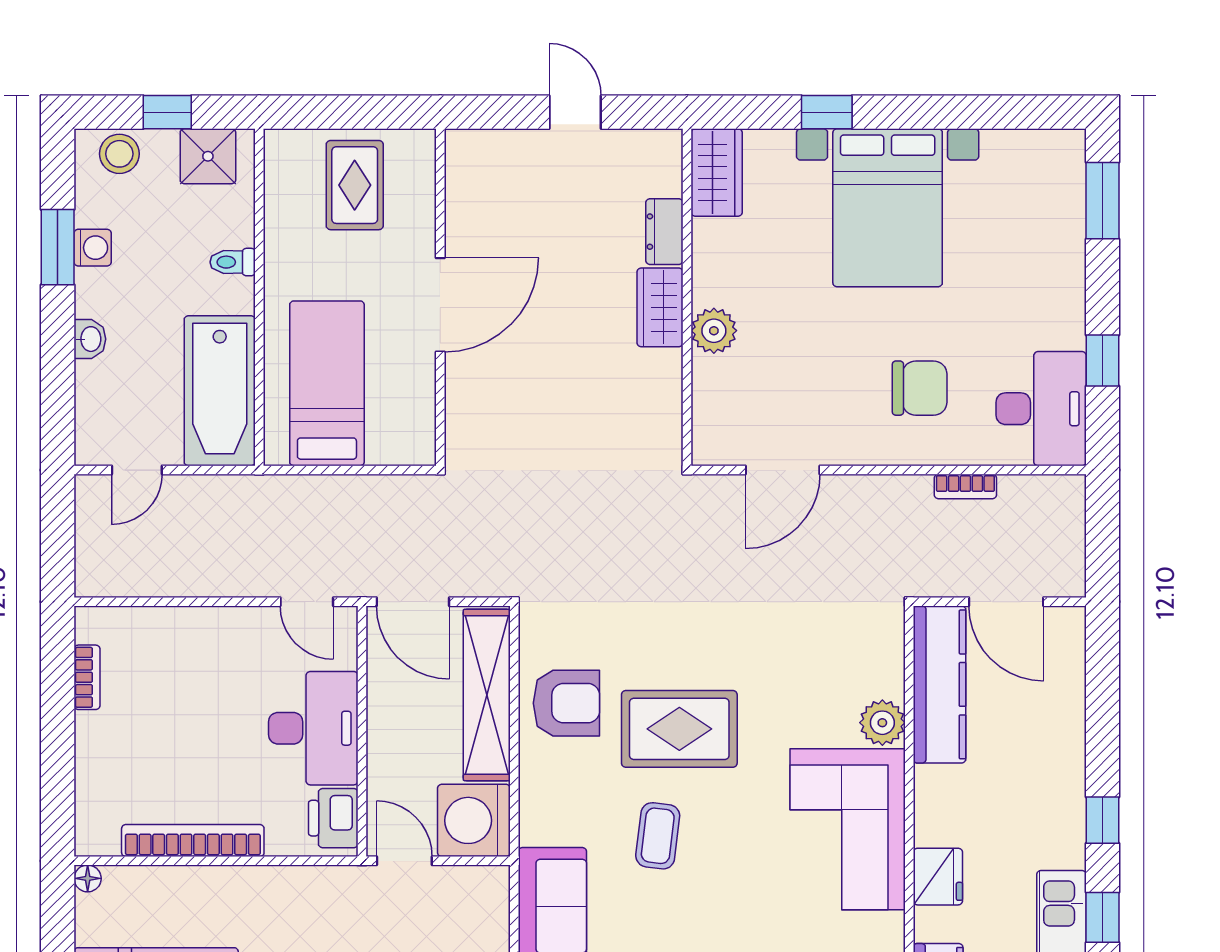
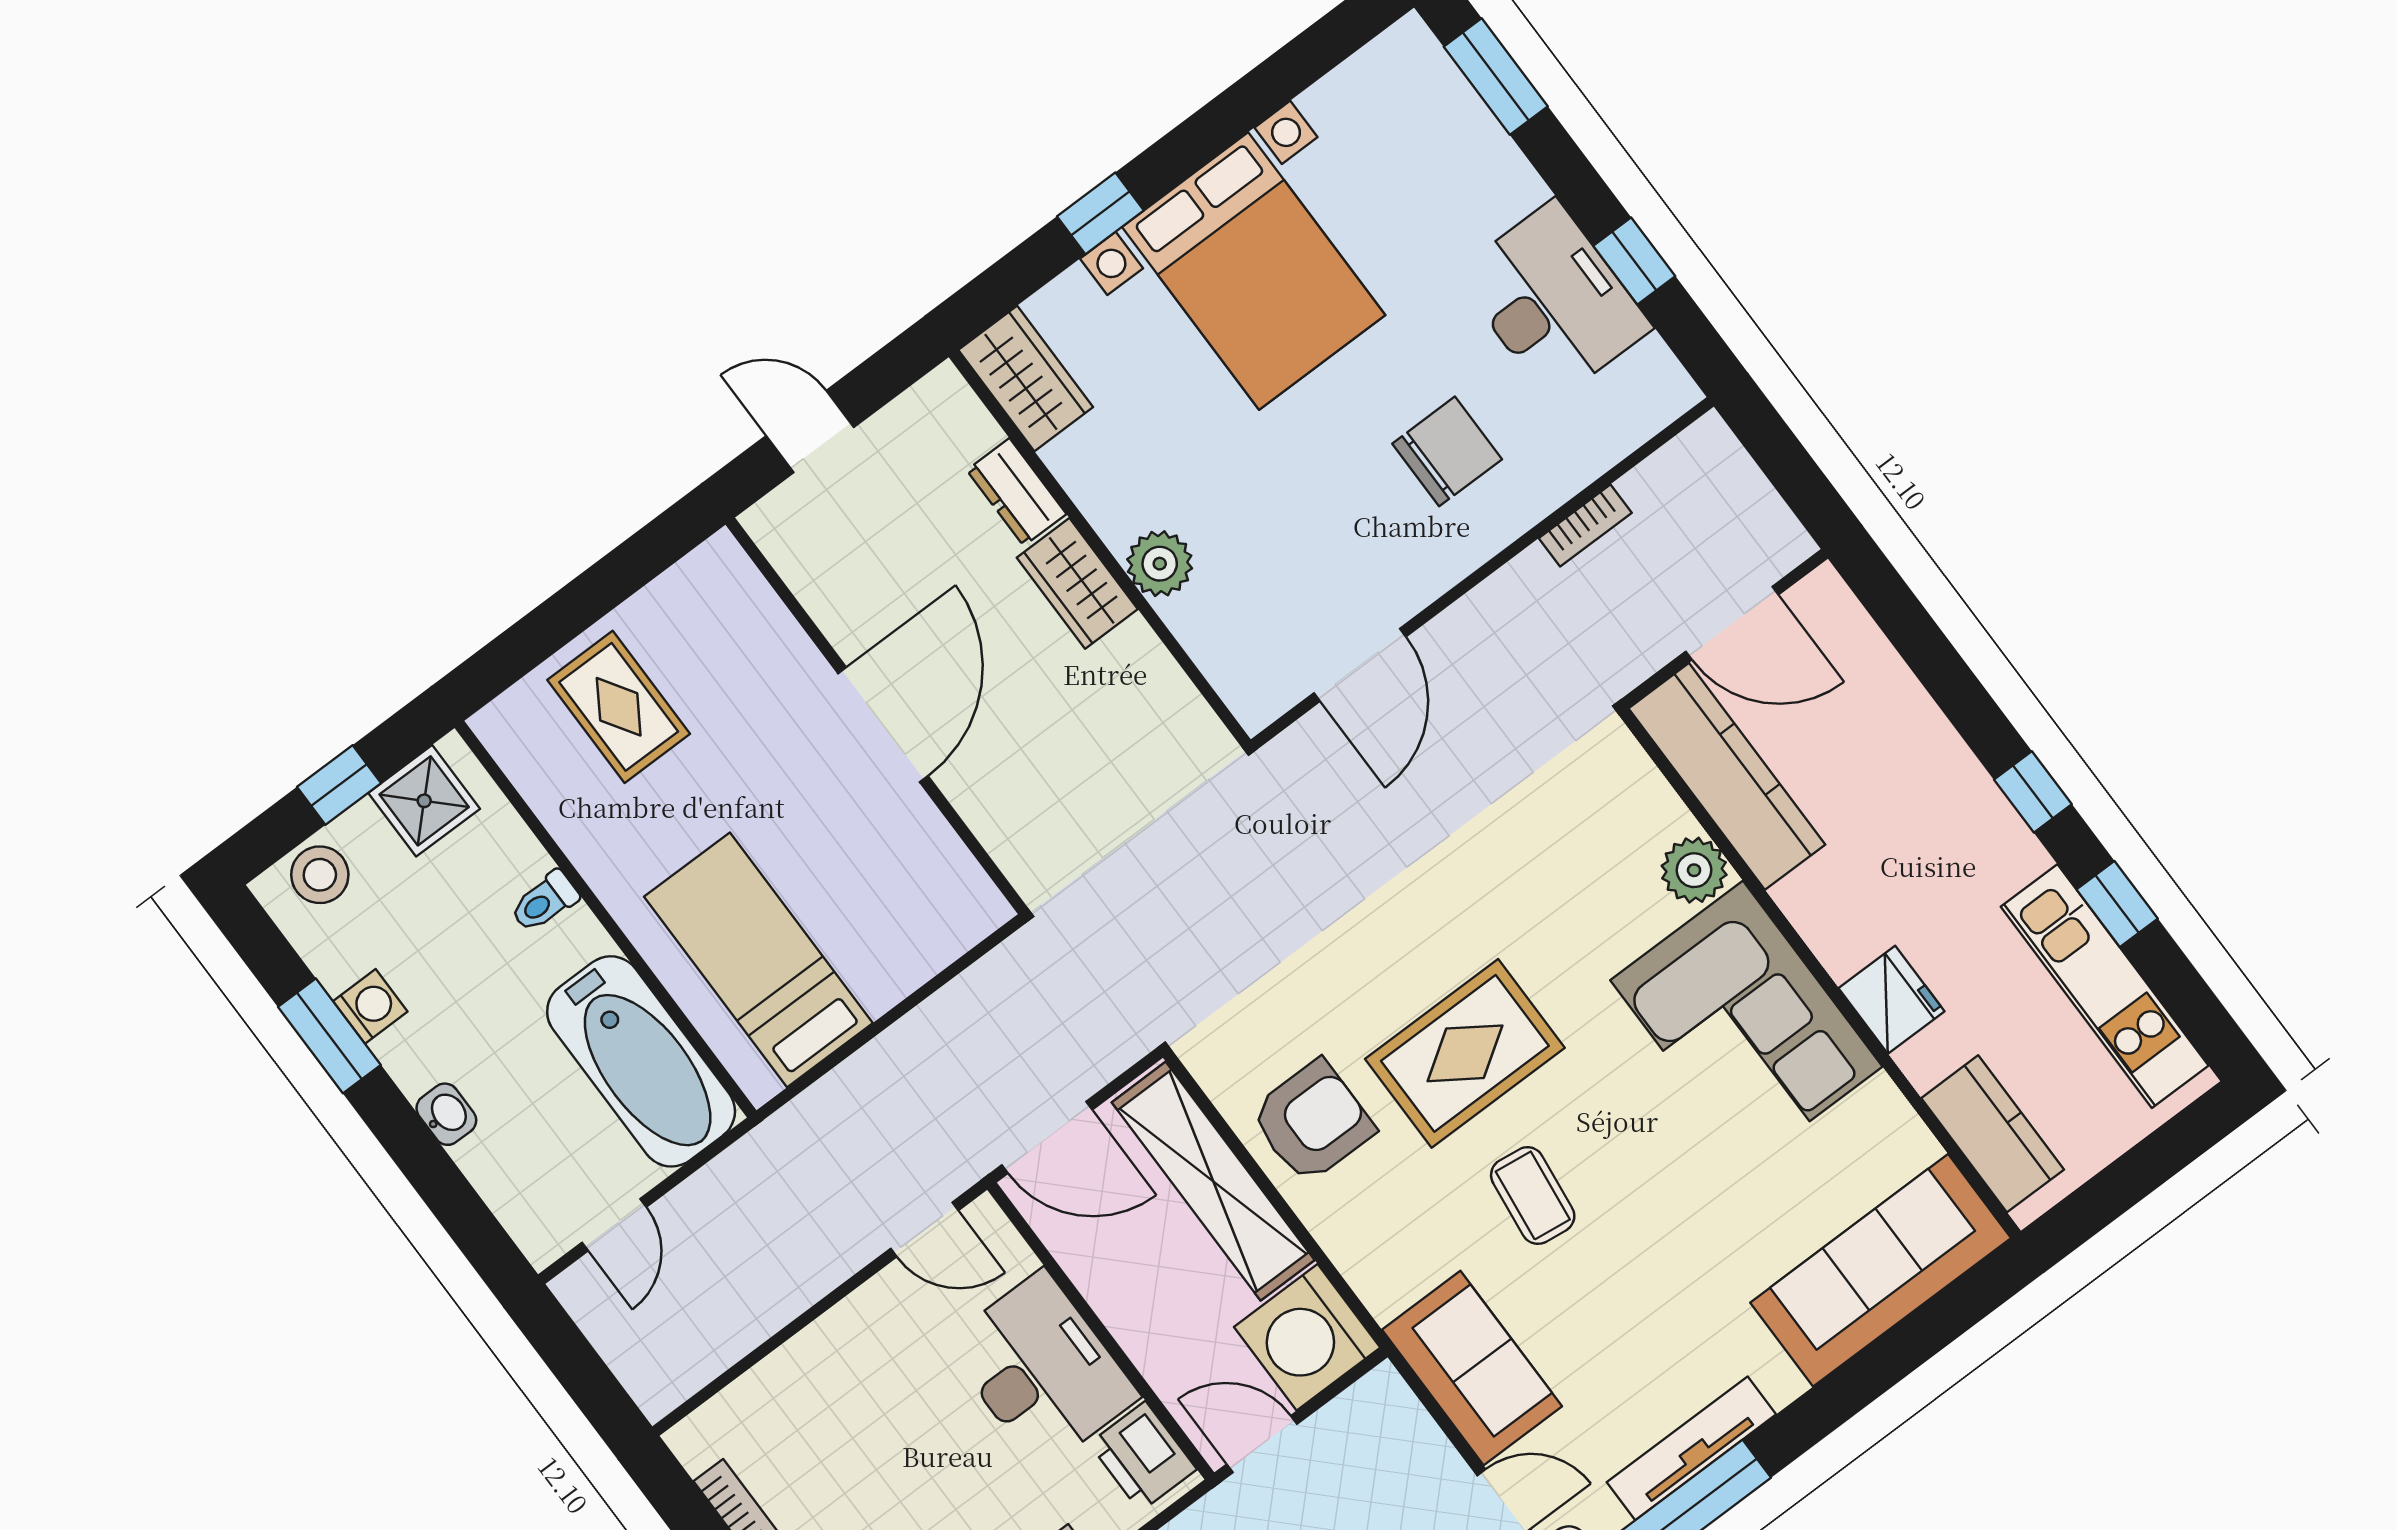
wall: (440, 297) -> (876, 716), moved
door: (440, 305) -> (883, 725), moved
desk: (1041, 409) -> (1553, 301), moved

